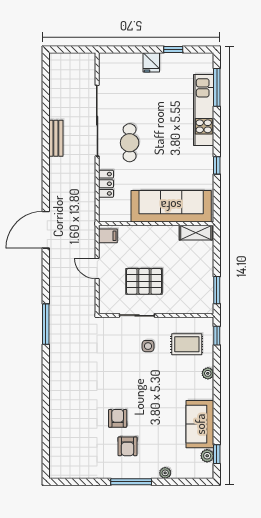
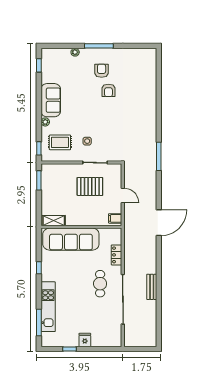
sofa: (200, 424) -> (51, 100), moved
plant: (207, 456) -> (46, 64), removed

